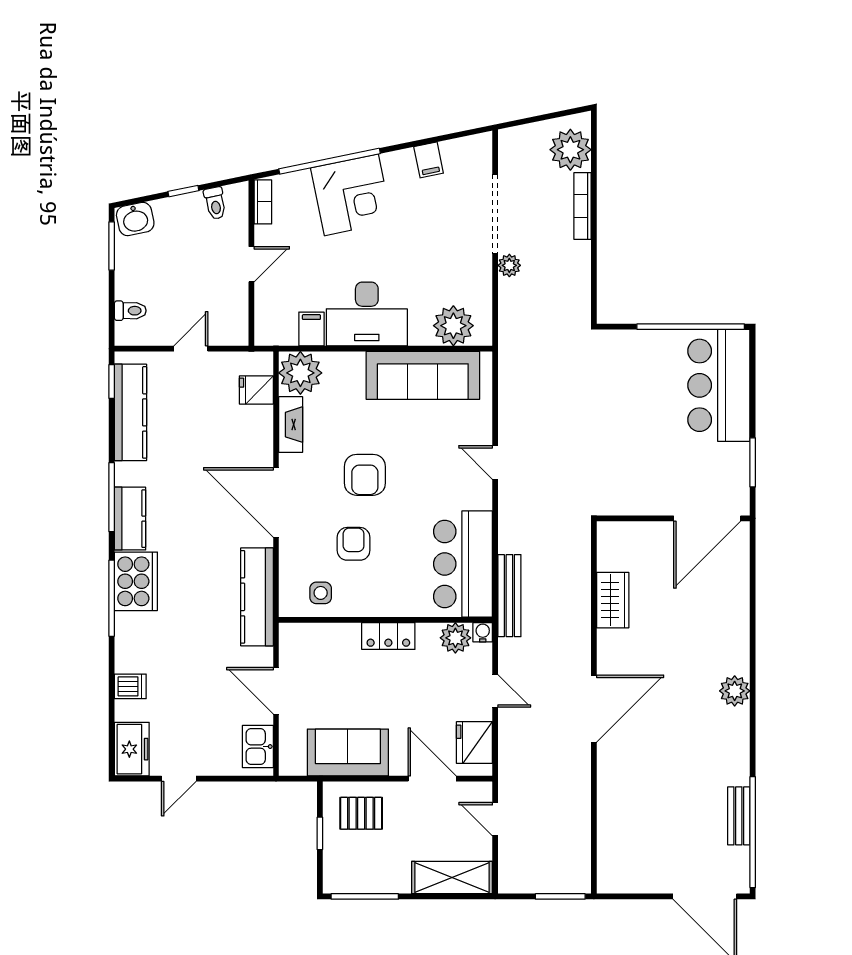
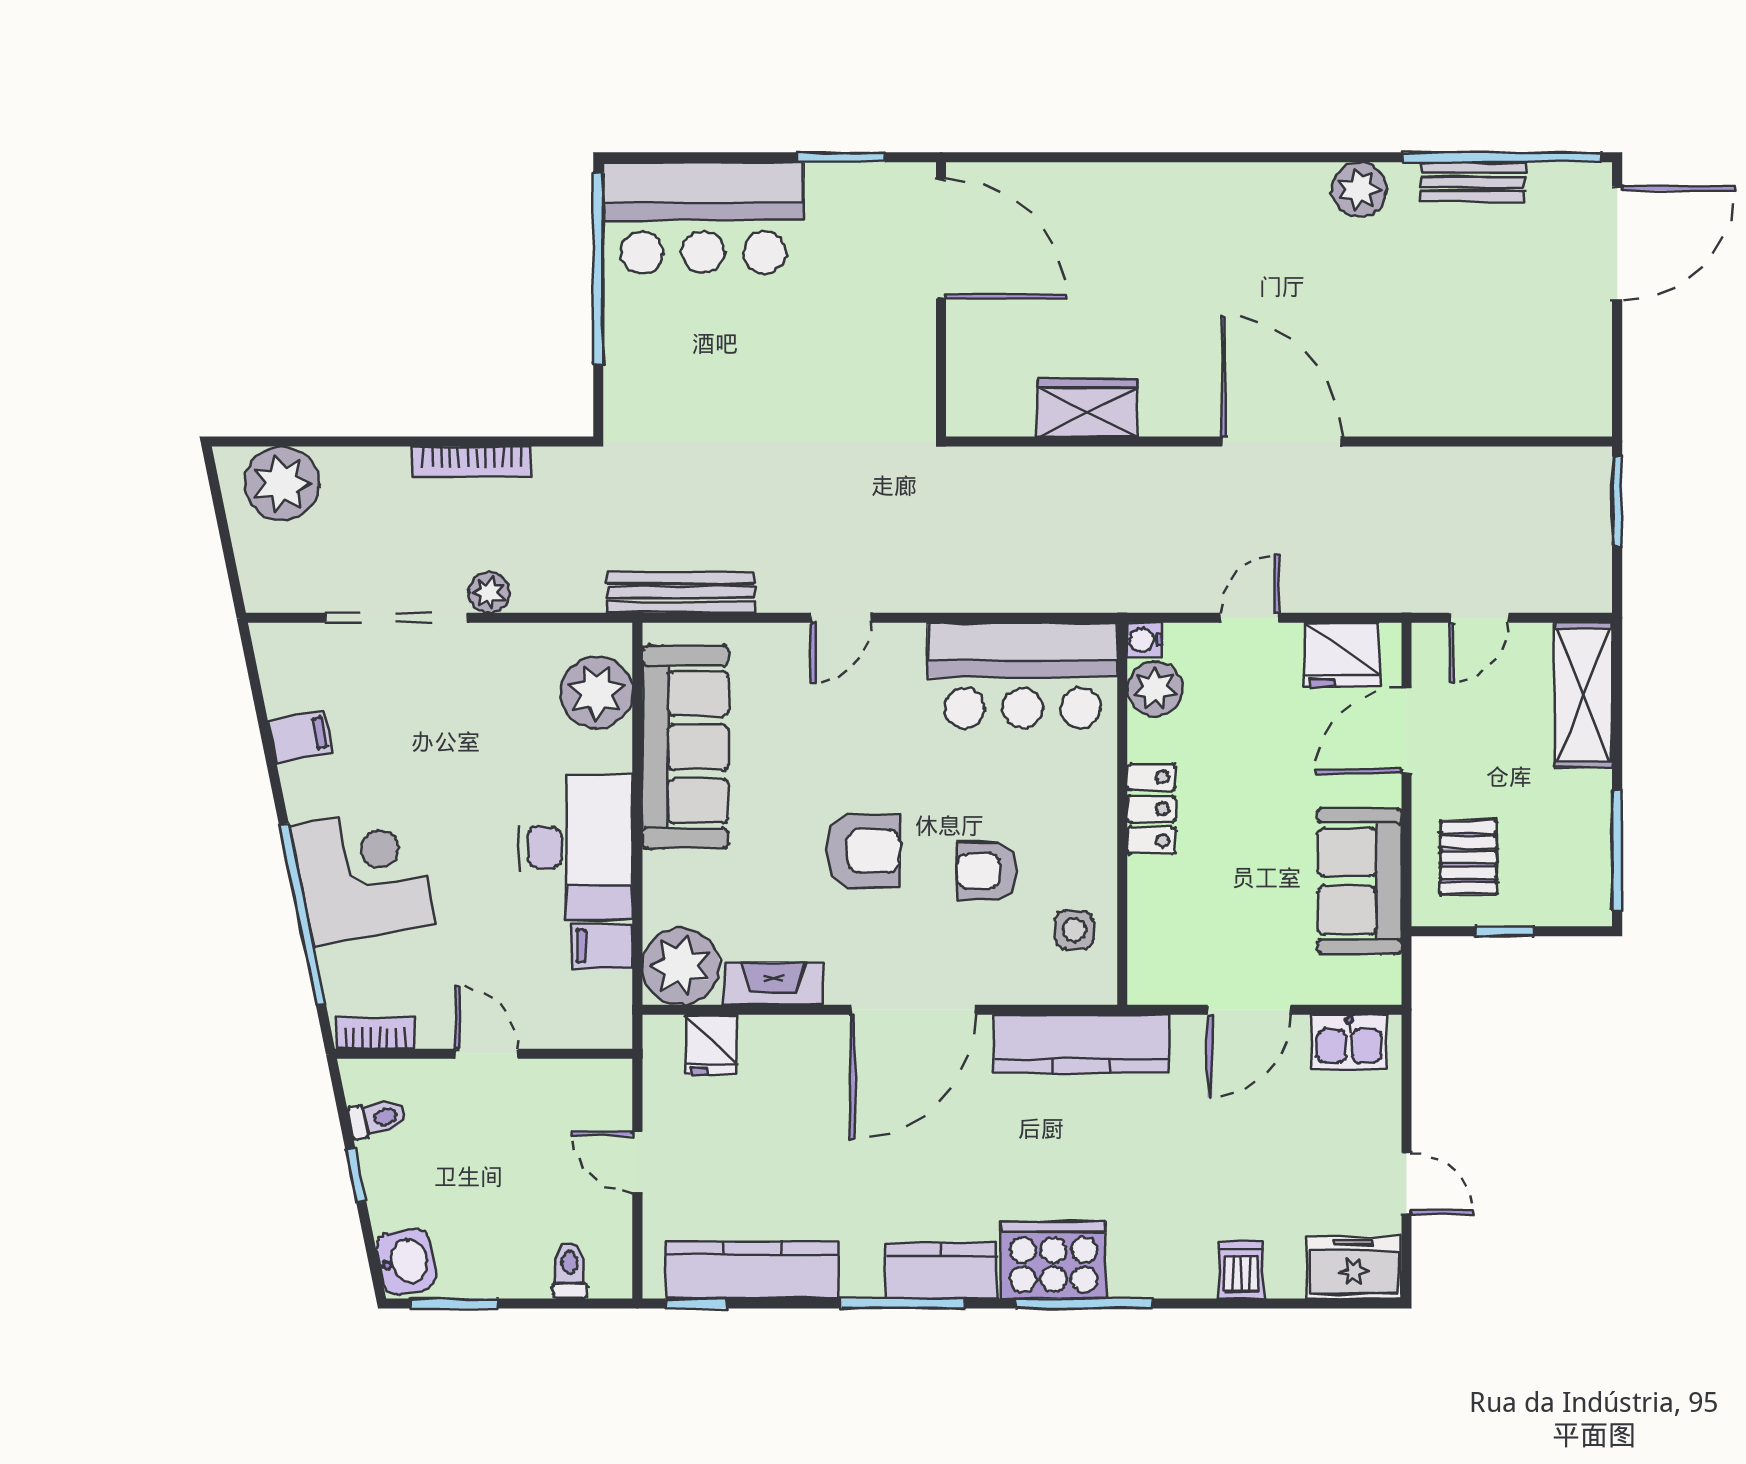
bookcase: (582, 206) -> (472, 462), moved
bench: (509, 596) -> (681, 592), moved
plant: (735, 691) -> (1359, 190), moved

